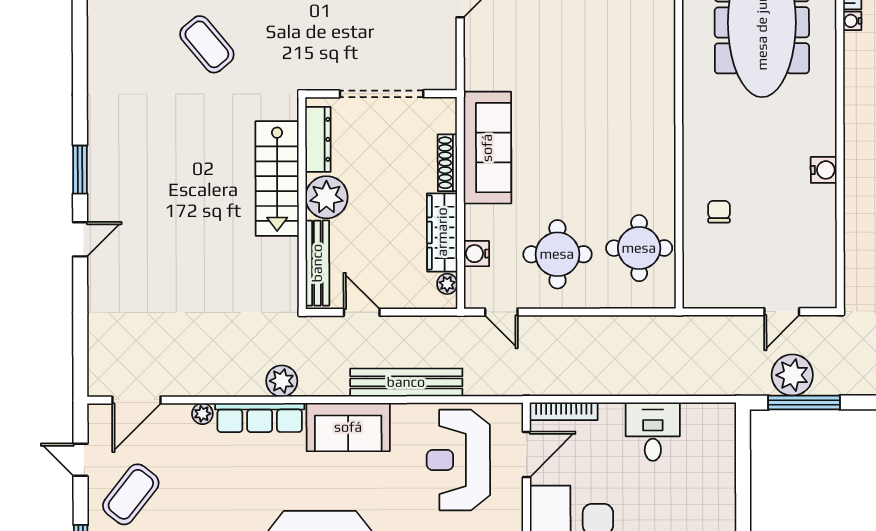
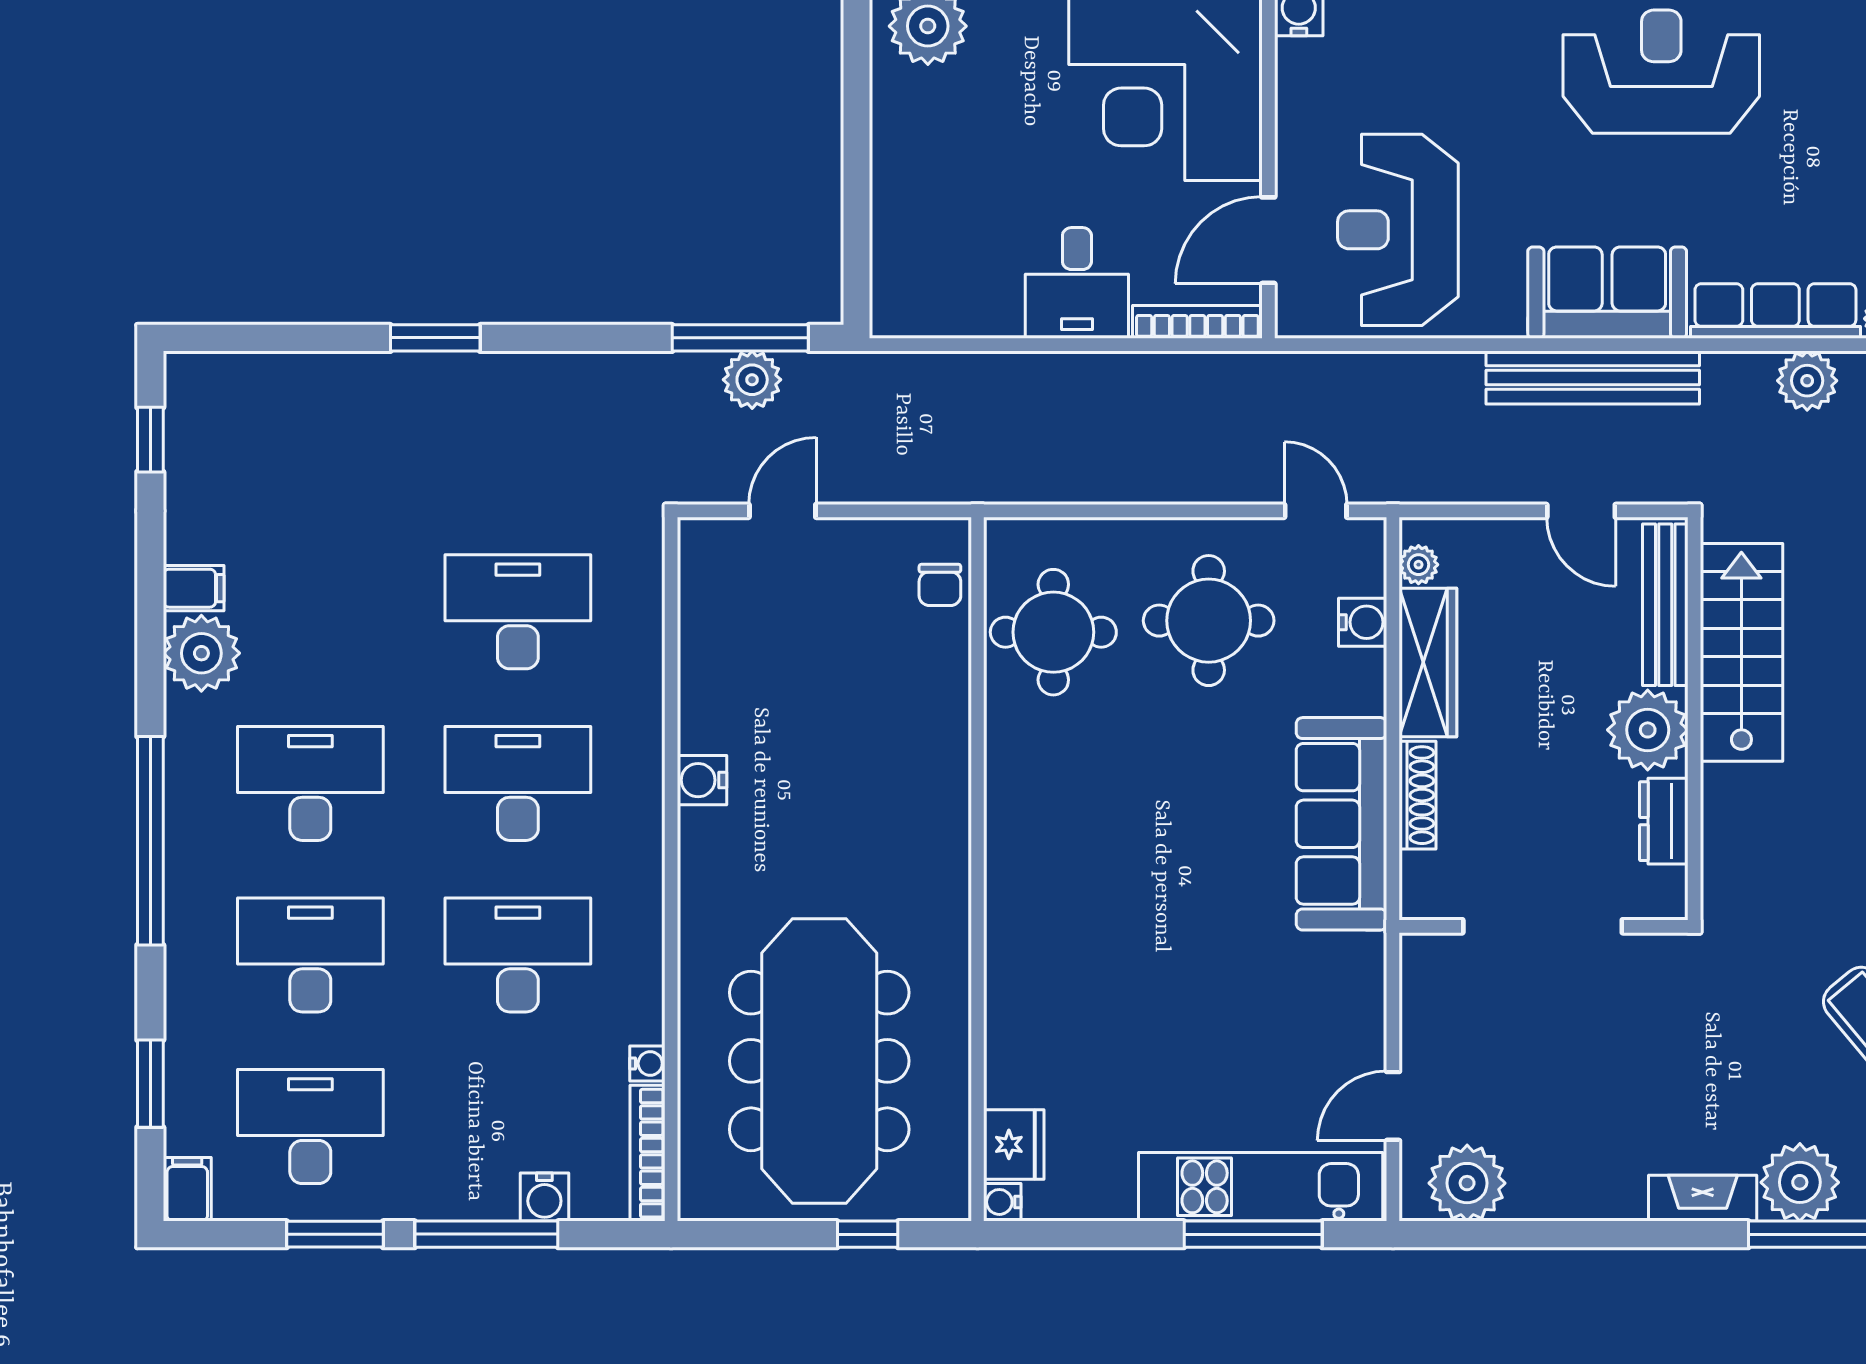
dresser: (318, 139) -> (1664, 821), width x0.70
stairs: (277, 178) -> (1741, 652), moved
chair: (719, 212) -> (940, 585), moved
plant: (792, 375) -> (752, 380), width x0.73, depth x0.73
plant: (282, 381) -> (1807, 381), moved
bench: (406, 382) -> (1593, 377), moved
desk: (653, 432) -> (1077, 283), moved
reception desk: (458, 460) -> (1398, 230), turned 180

